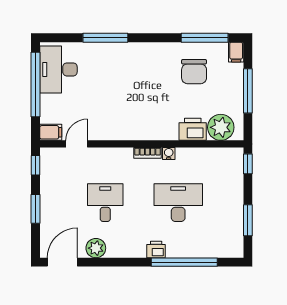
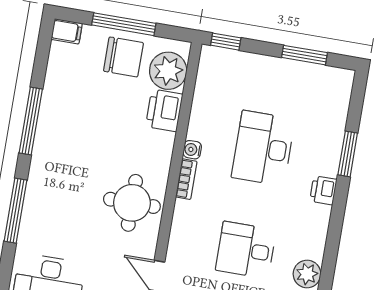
window: (205, 38) -> (31, 121), moved
chair: (194, 72) -> (123, 57), moved
round table: (125, 118) -> (132, 203), added
window: (184, 262) -> (348, 154), width x0.47

